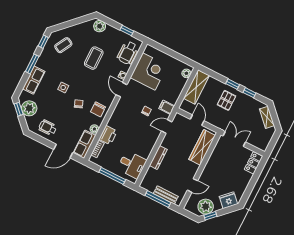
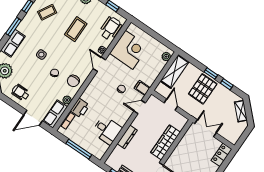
wheelchair: (128, 53) -> (111, 28), turned 180
pallet: (226, 100) -> (203, 89), width x1.50, depth x1.42
wardrobe: (202, 147) -> (166, 142), moved
desk: (132, 165) -> (107, 130), moved

